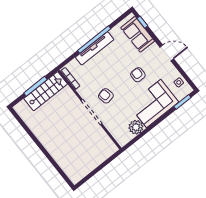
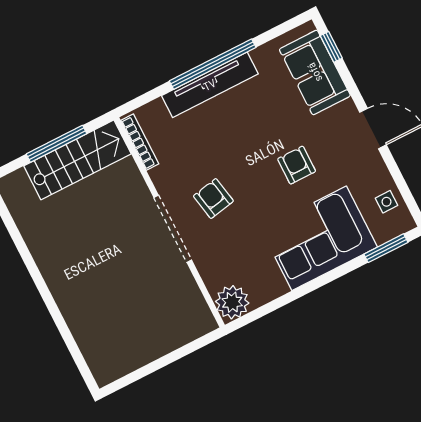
plant: (136, 127) -> (232, 302), moved

